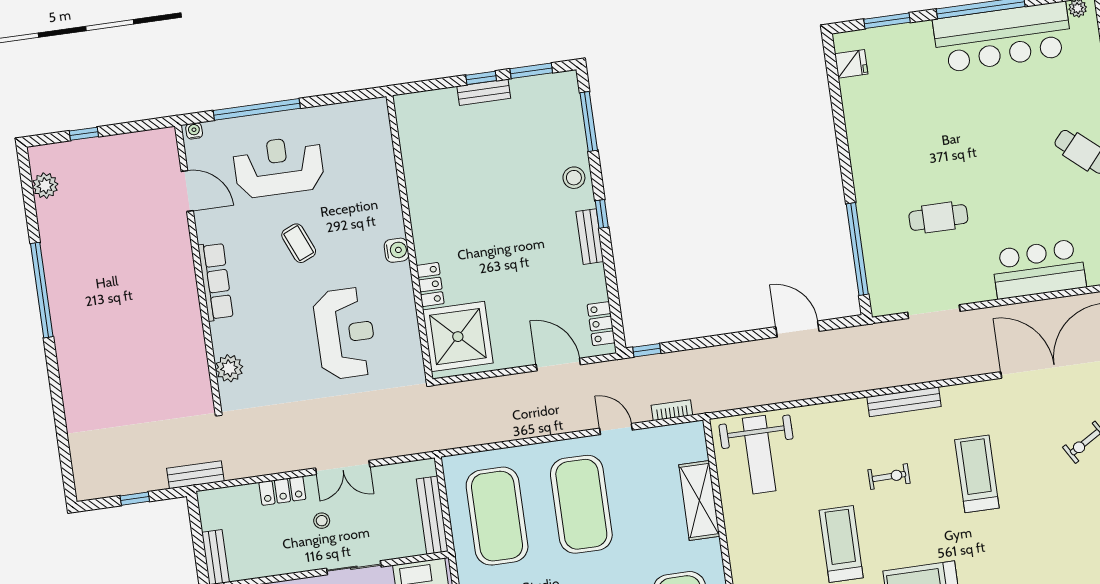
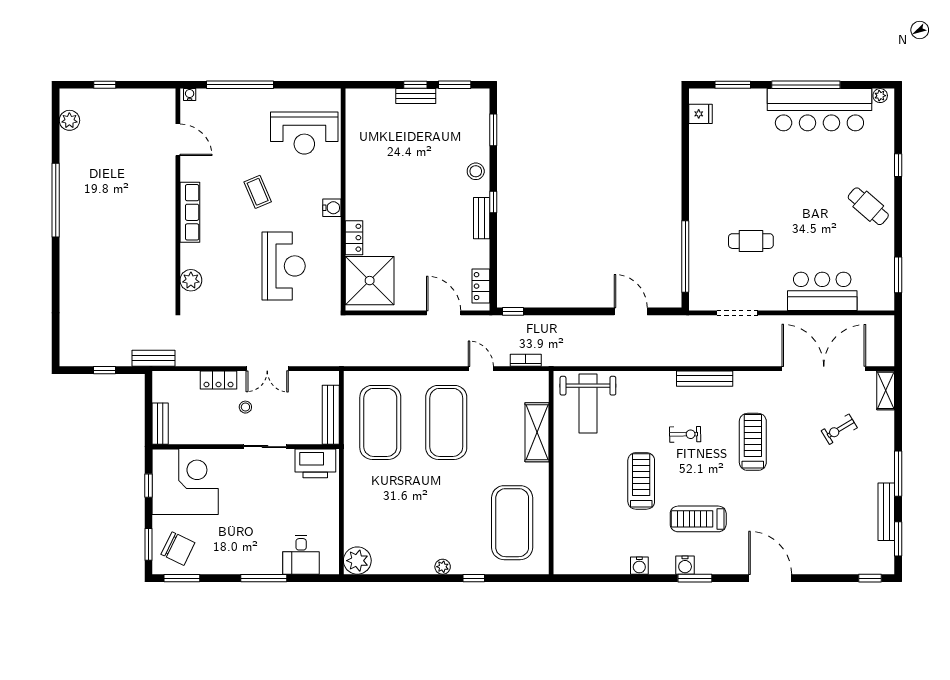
window: (589, 122) -> (493, 130), width x0.69
reception desk: (279, 167) -> (304, 133), moved, turned 180

